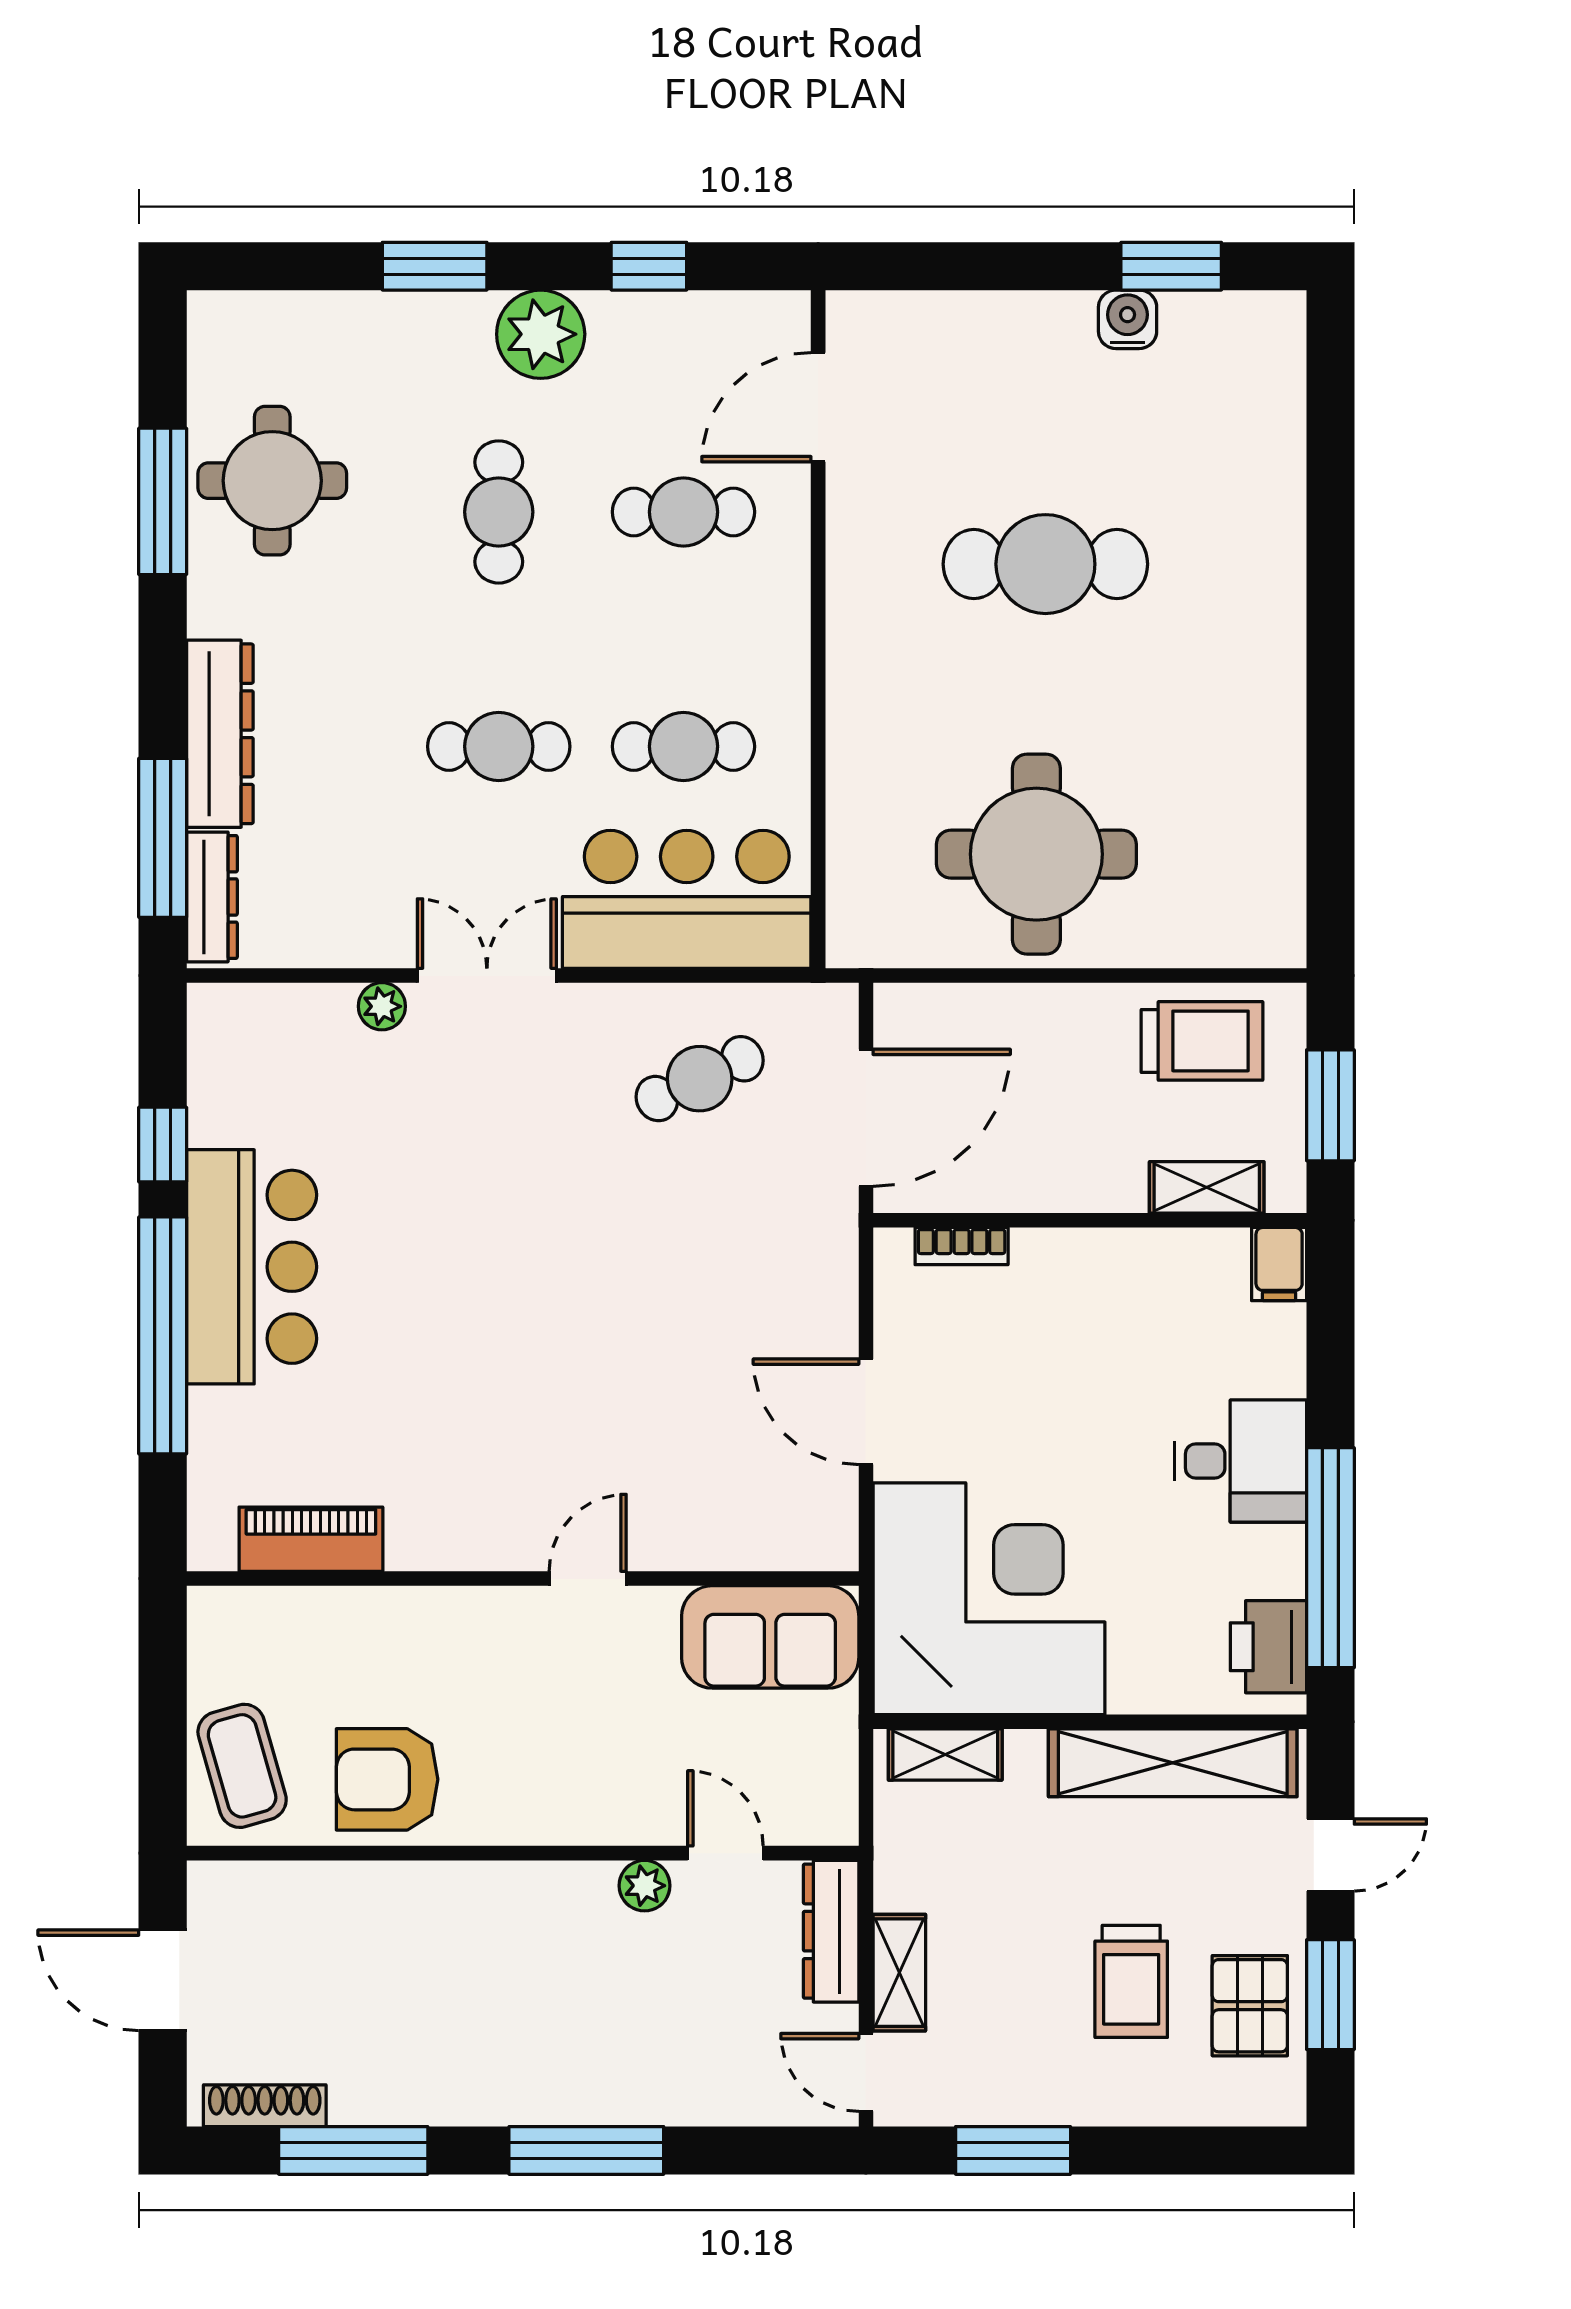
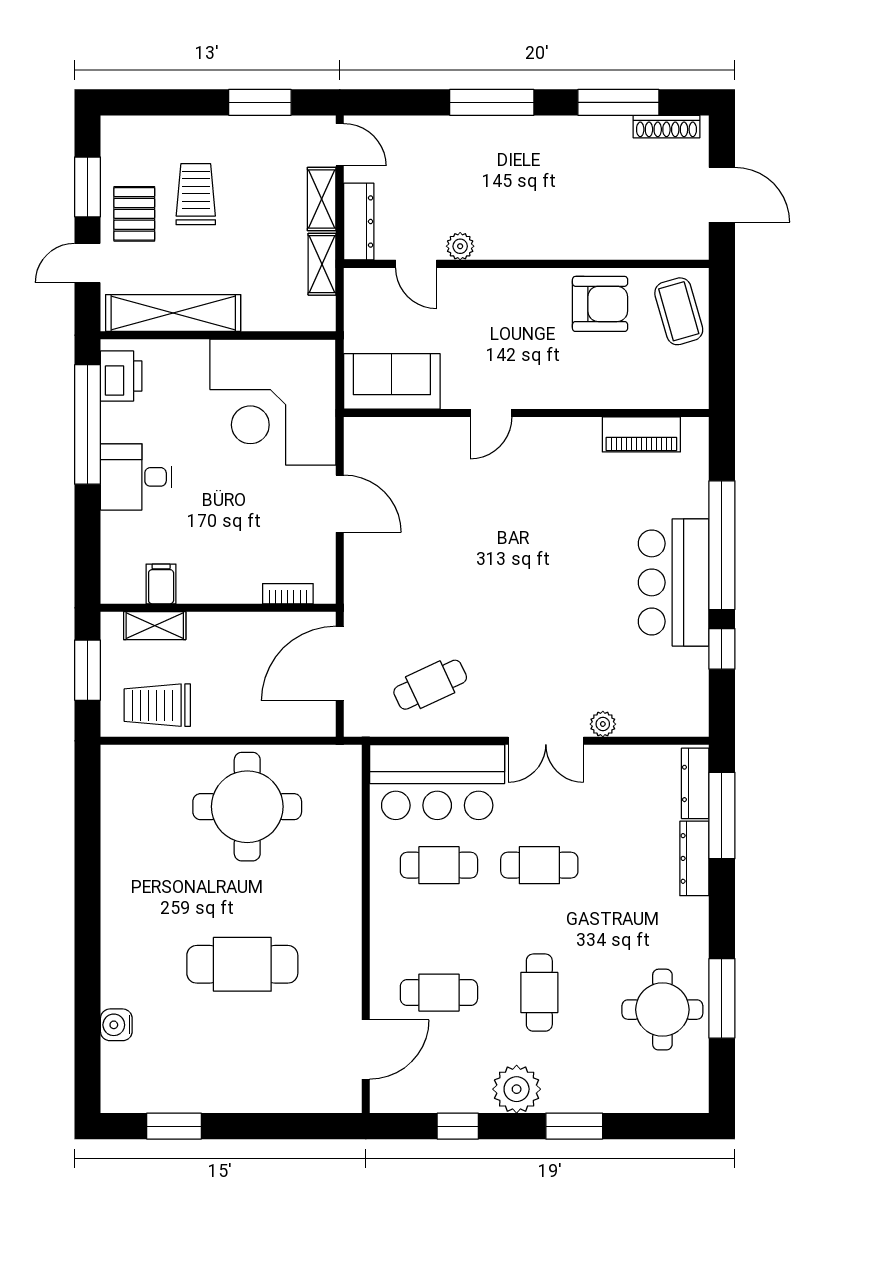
water cooler: (1128, 319) -> (116, 1025), moved, turned 90
dresser: (220, 734) -> (694, 858), width x0.73, depth x0.80
filing cabinet: (1279, 1264) -> (161, 584), moved
shelving: (945, 1755) -> (322, 264), moved, turned 90
pallet: (1250, 2006) -> (134, 214), moved

